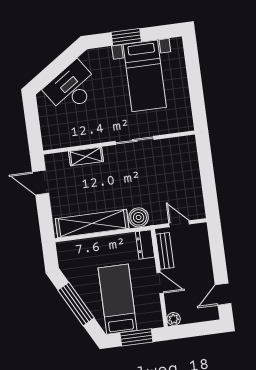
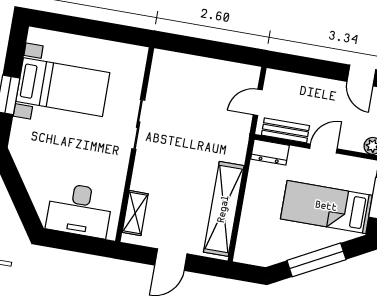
desk: (72, 88) -> (79, 210), moved, turned -56
shelving: (86, 156) -> (135, 213), moved
door: (41, 183) -> (171, 260), moved
boiler: (139, 217) -> (234, 150), removed

